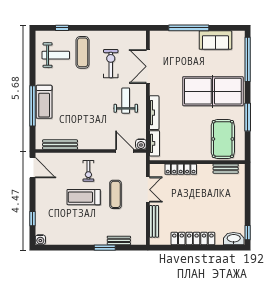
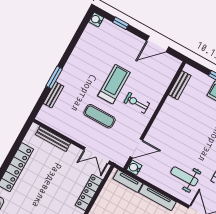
weight bench: (126, 101) -> (184, 176), turned 180
bench: (60, 145) -> (180, 85), width x0.73
door: (33, 168) -> (158, 44), moved
double door: (148, 190) -> (97, 155), moved

